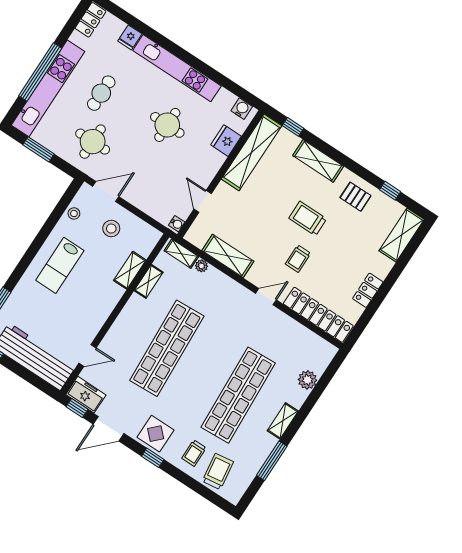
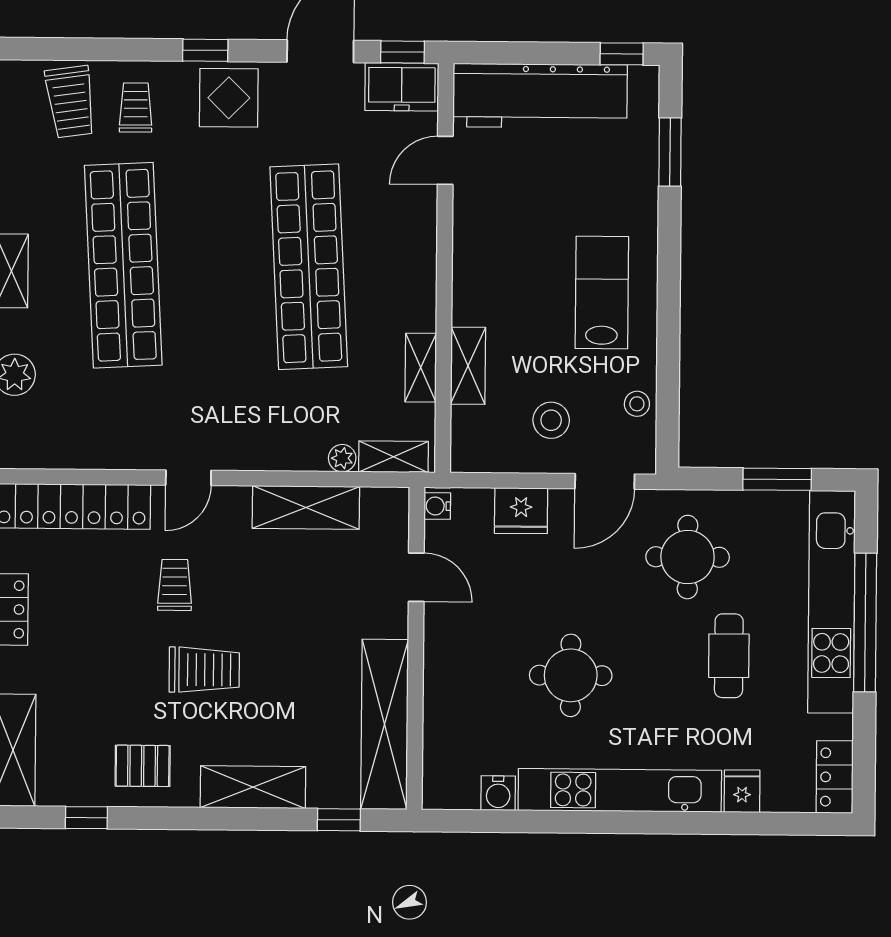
water cooler: (242, 109) -> (498, 793), moved
fridge: (226, 141) -> (521, 511), moved, turned 90

